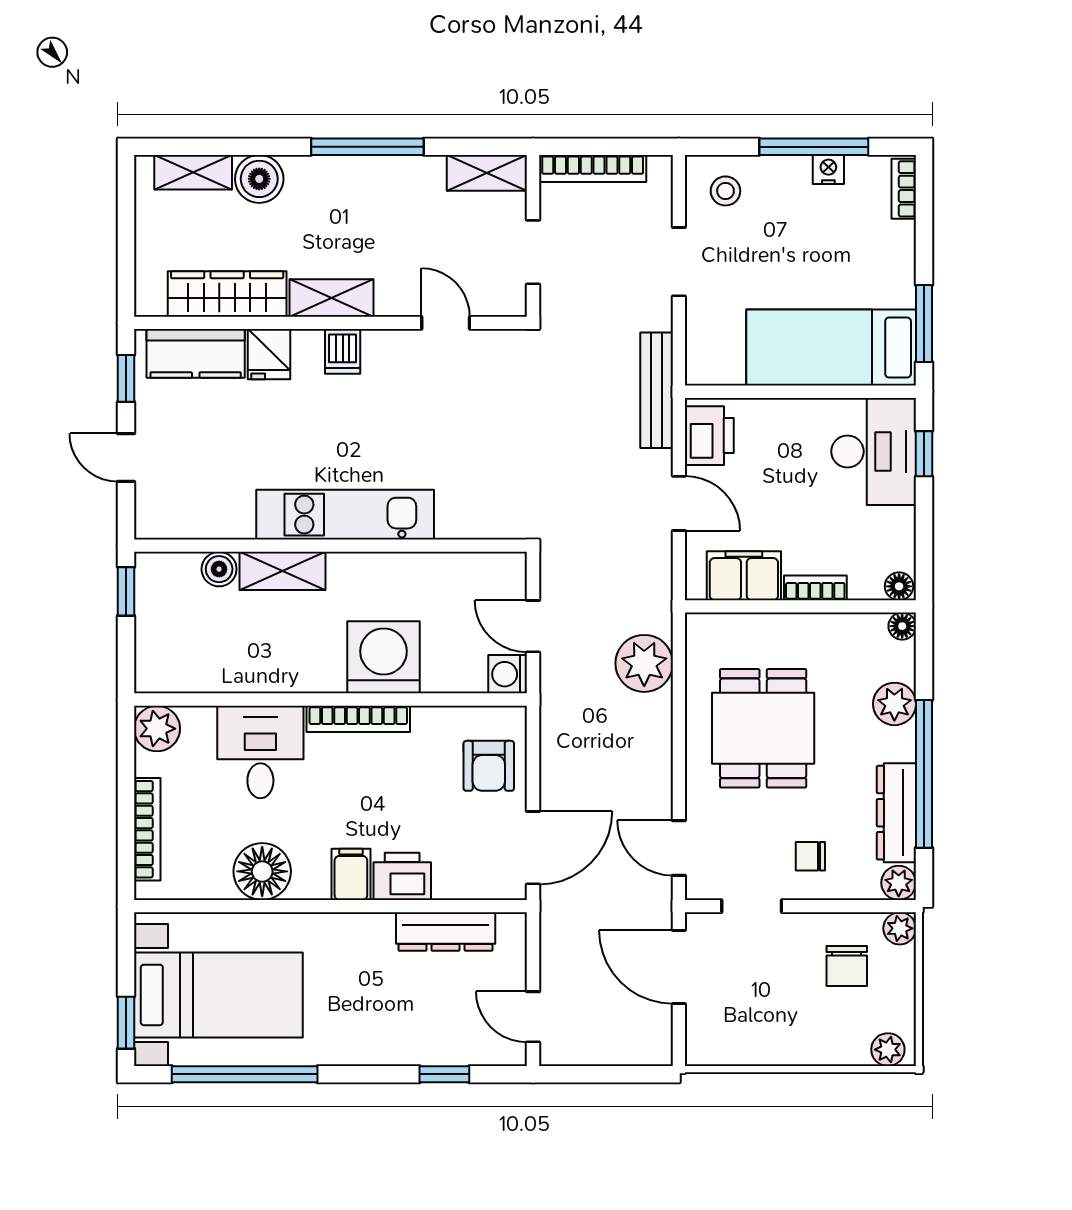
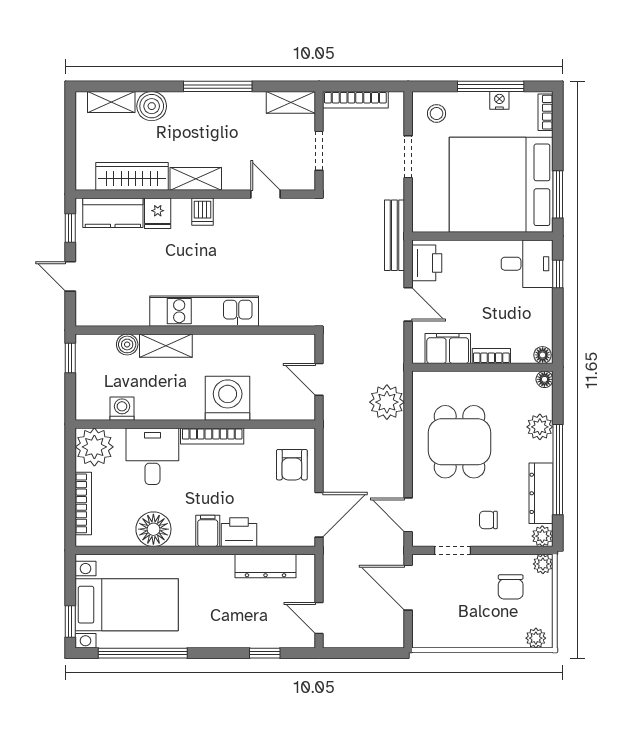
bed: (831, 348) -> (501, 185), width x2.04
desk: (874, 451) -> (527, 264), width x0.73
washing machine: (508, 674) -> (122, 409), moved, turned 90
plant: (157, 729) -> (94, 447), width x1.36, depth x1.36

